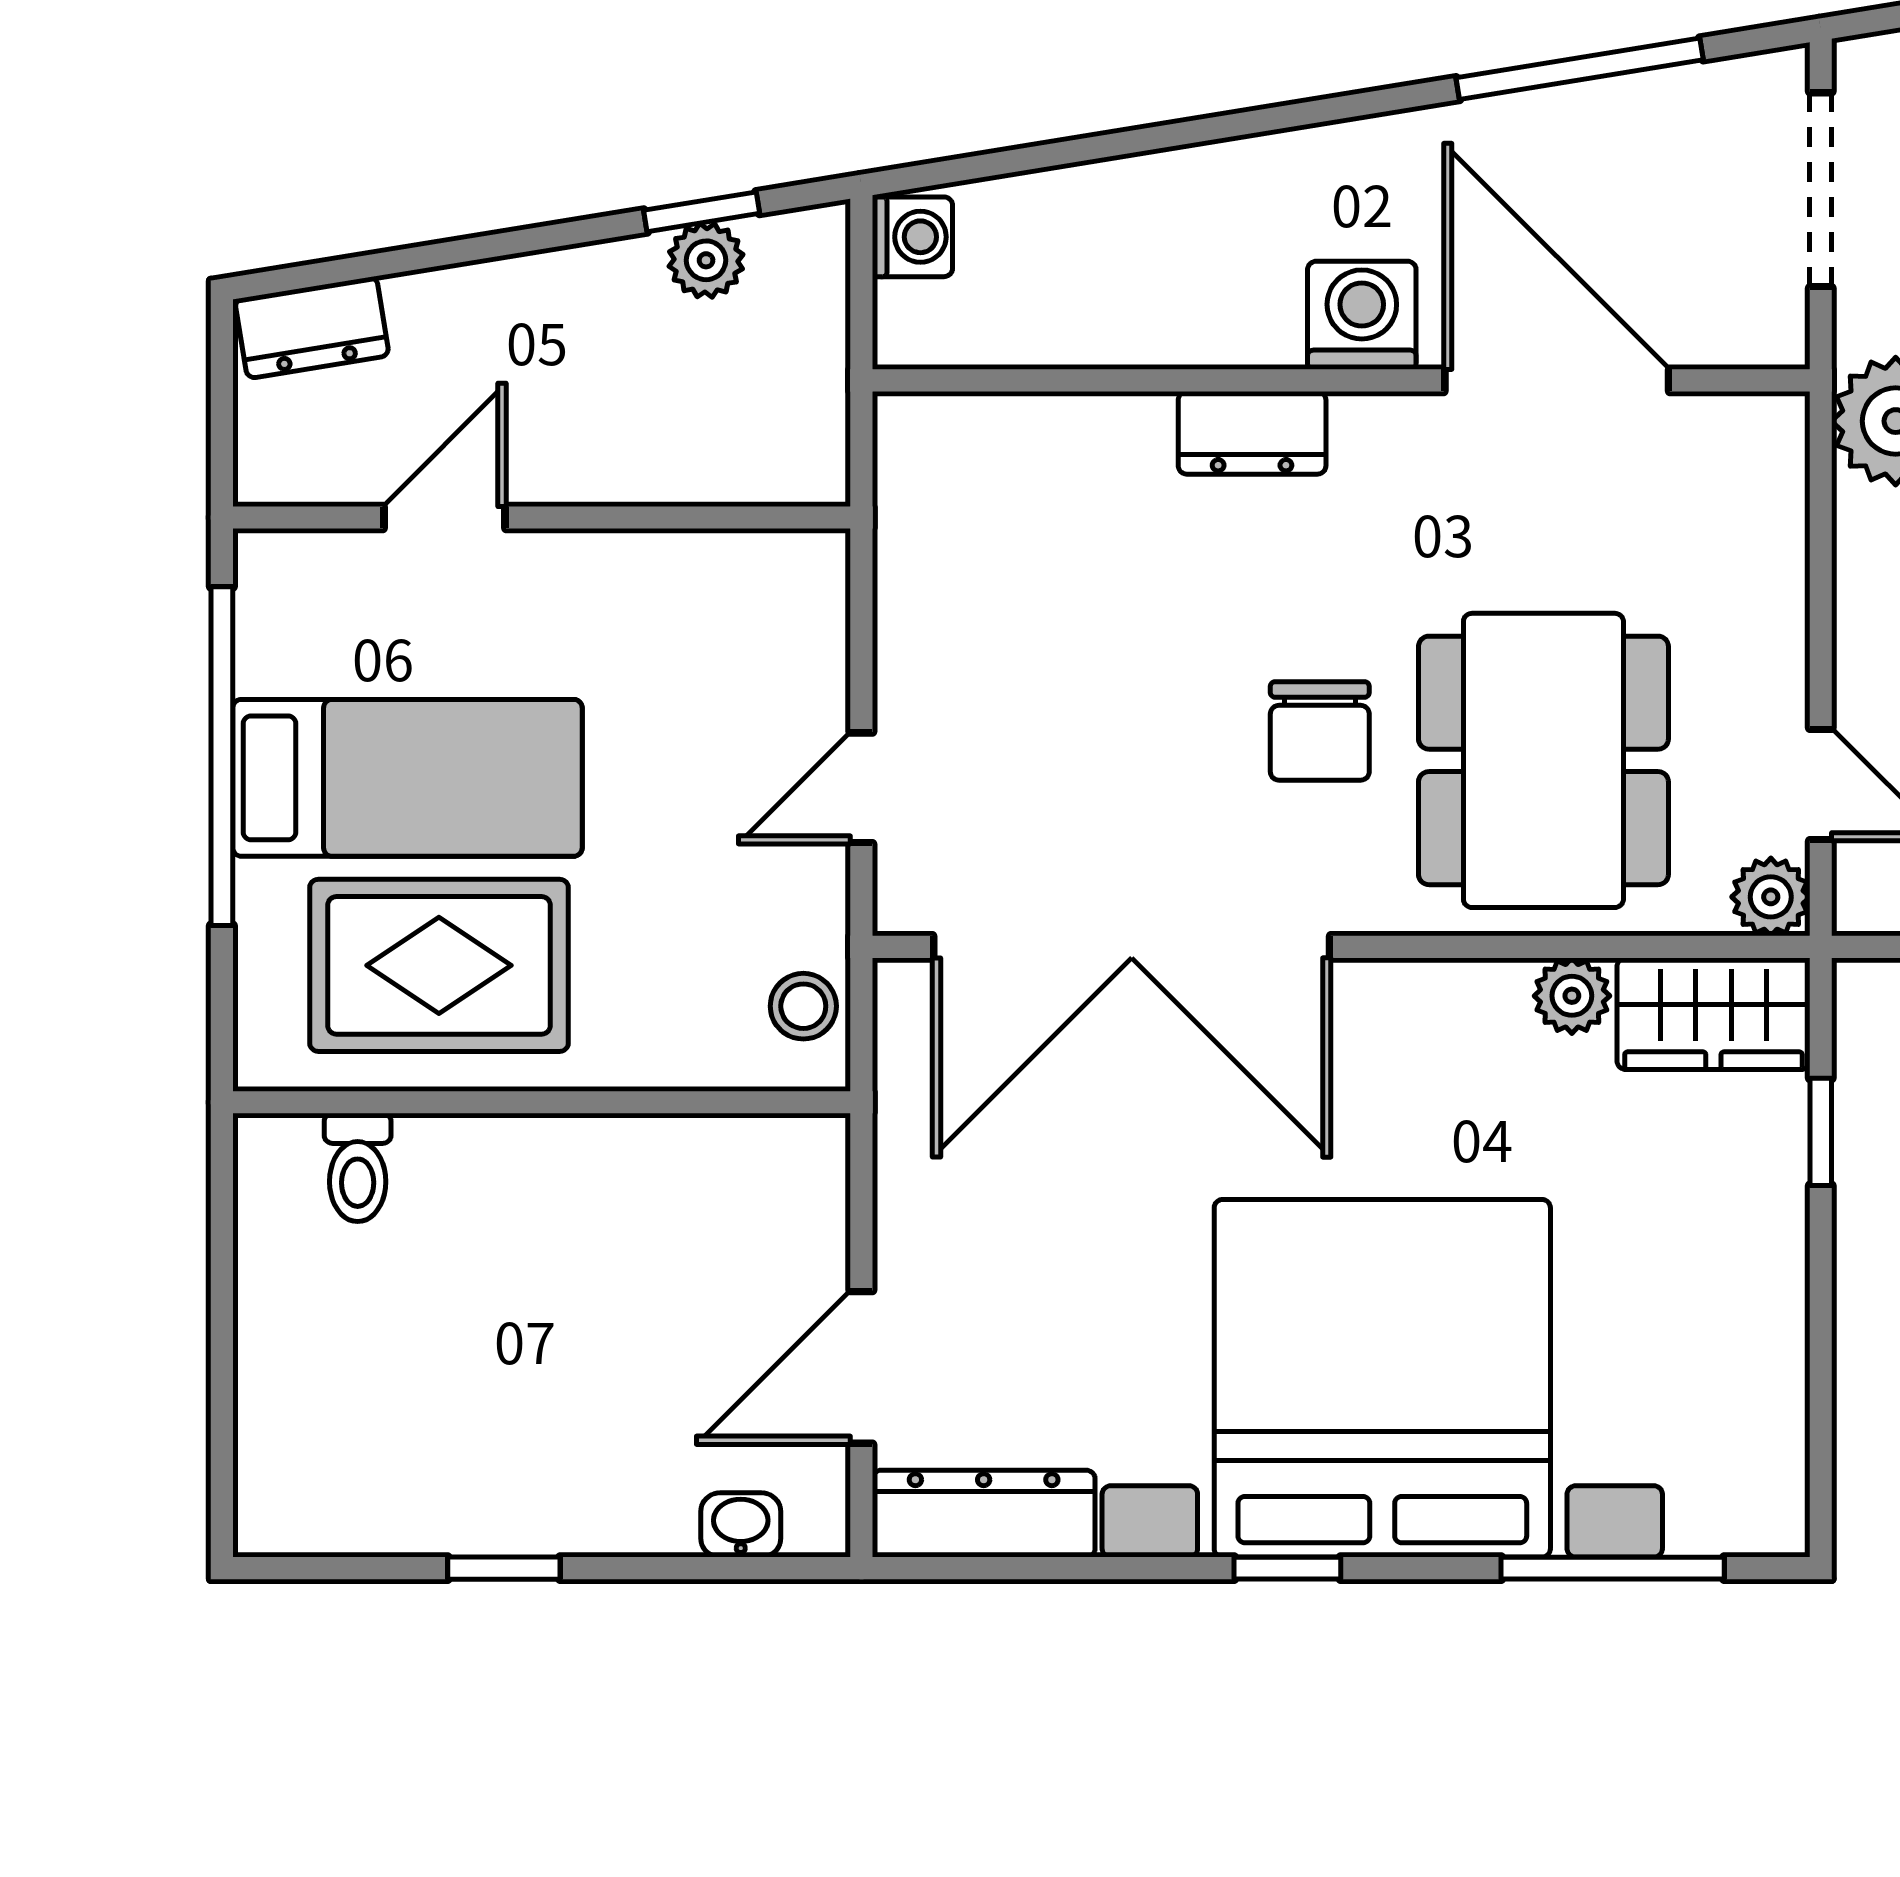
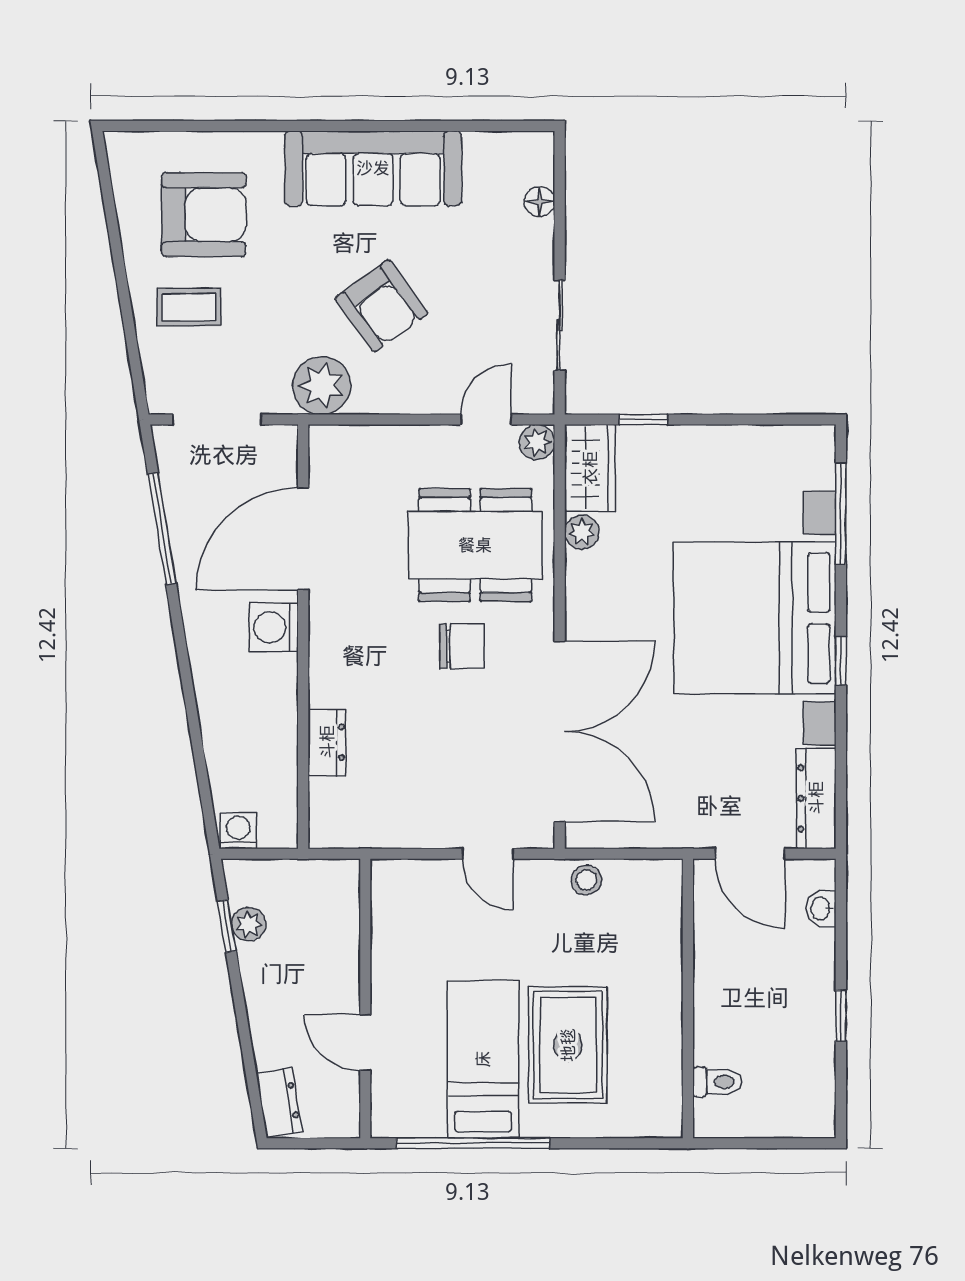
dresser: (1252, 433) -> (327, 742), moved
wall: (542, 1102) -> (688, 998), moved
toilet: (358, 1167) -> (717, 1082), moved

